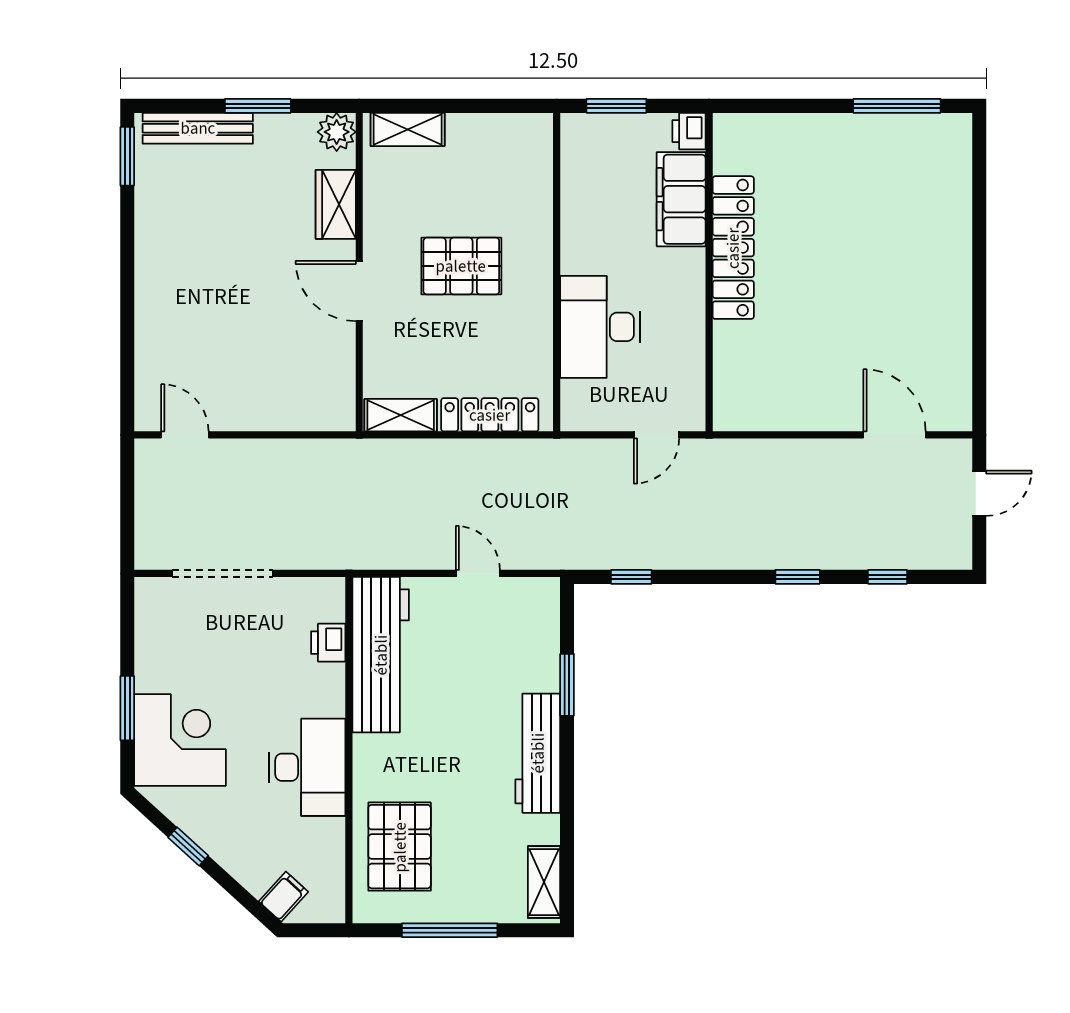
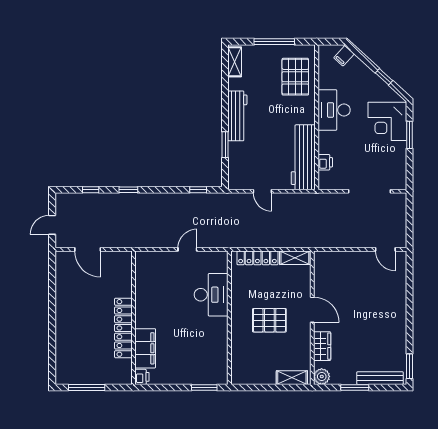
printer: (689, 131) -> (142, 377), moved
filing cabinet: (681, 199) -> (145, 348), moved
locker: (733, 248) -> (123, 328), moved
wall: (709, 272) -> (133, 318), moved

